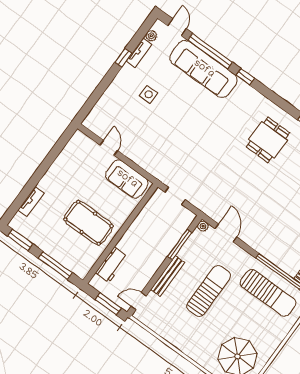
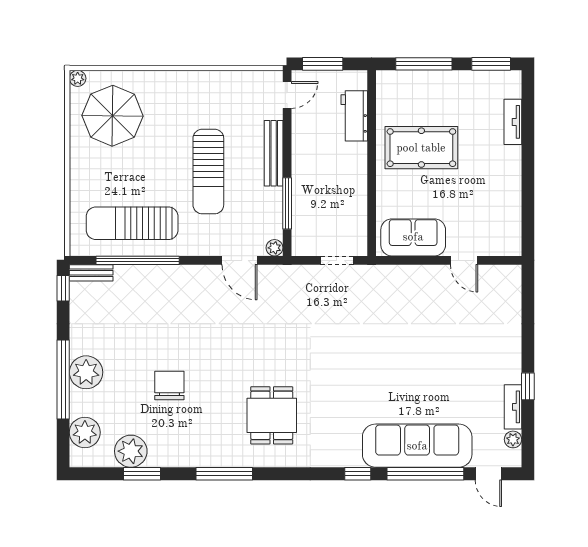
side table: (149, 94) -> (463, 364), removed

